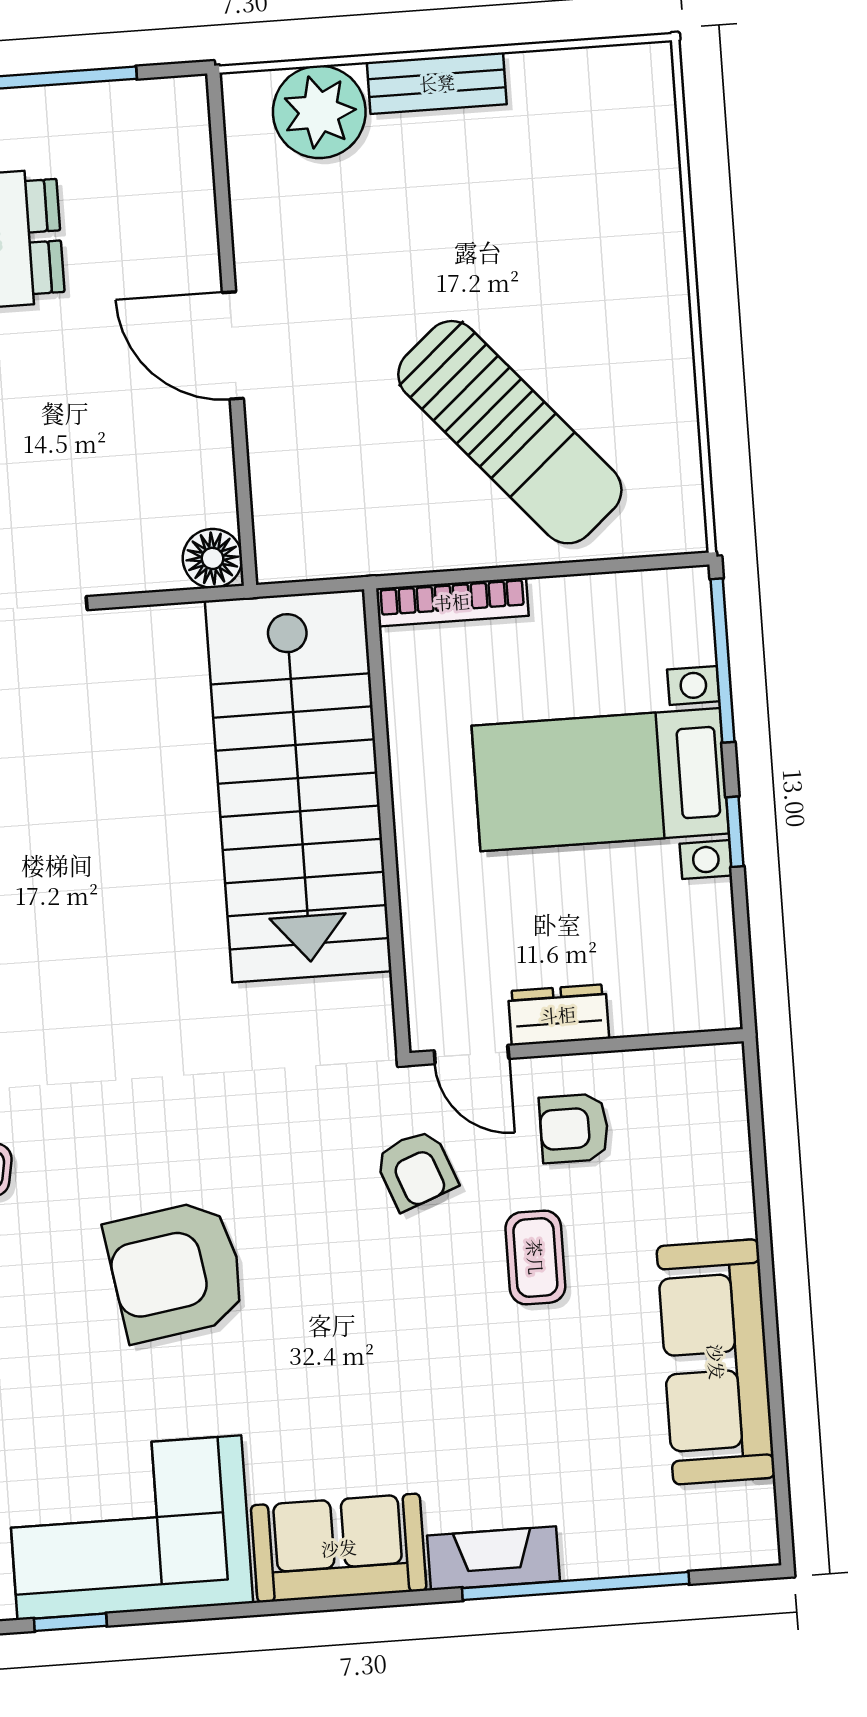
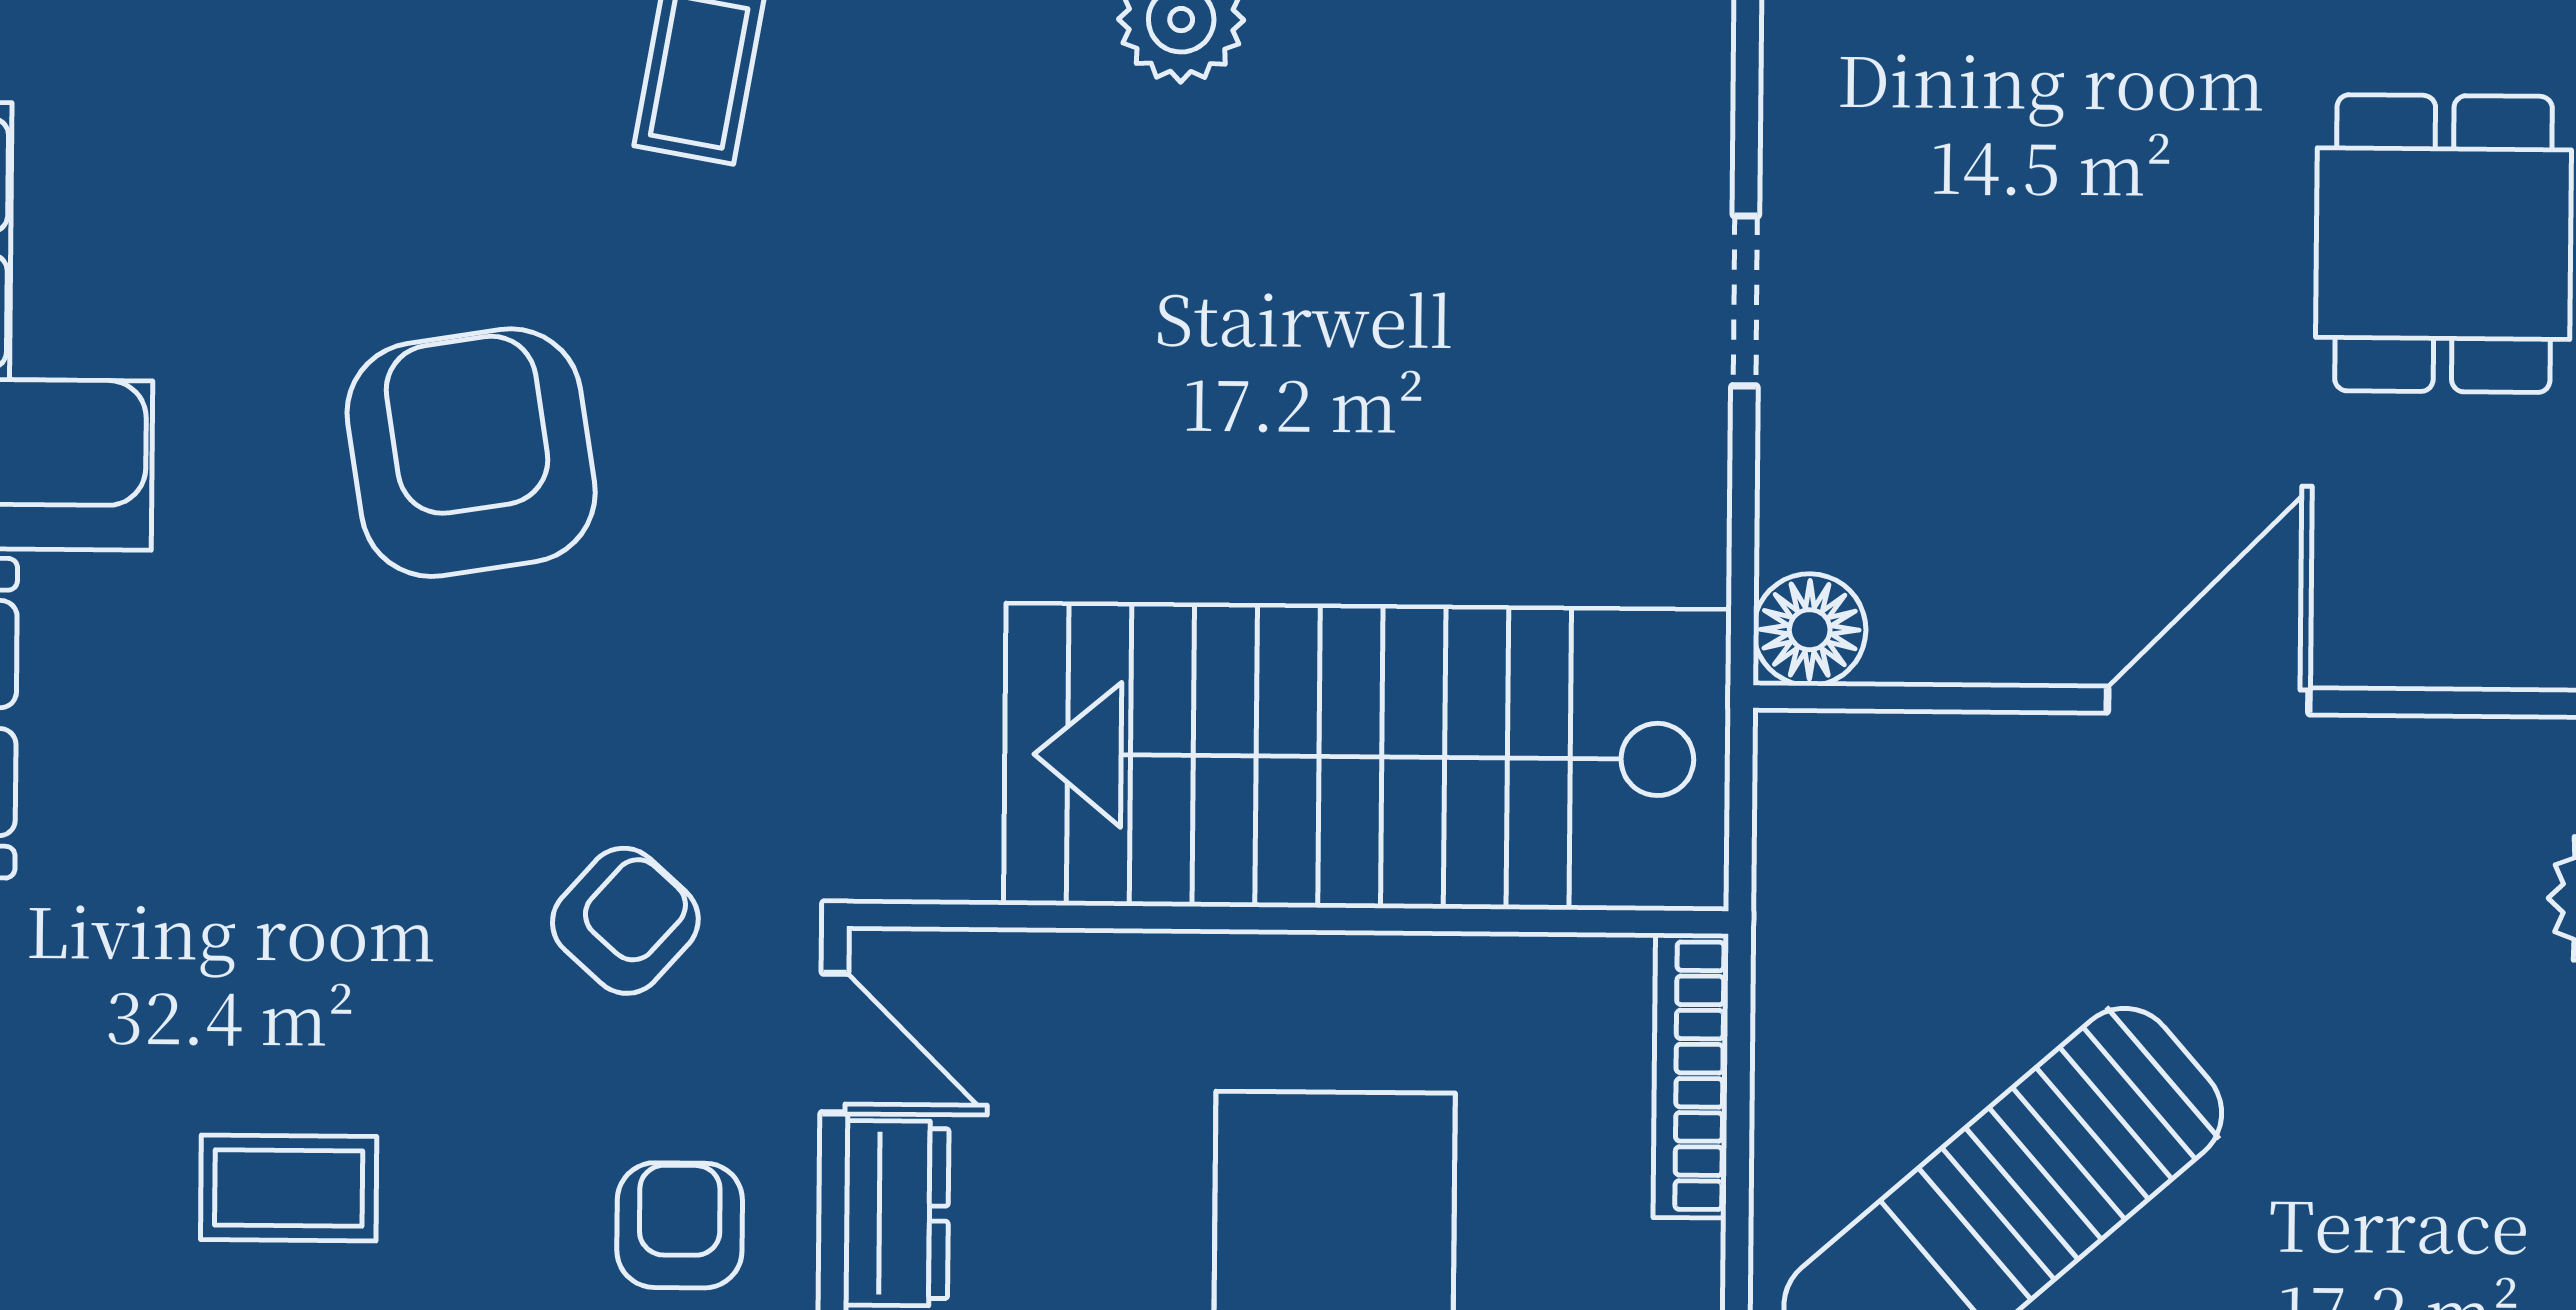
door: (471, 1055) -> (834, 1043), swing flipped
armchair: (416, 1170) -> (625, 921), turned 153
coffee table: (535, 1257) -> (289, 1188), moved

